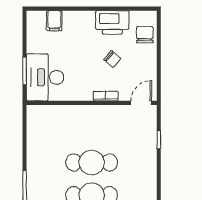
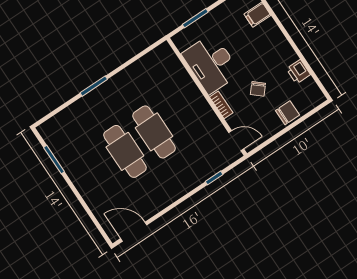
printer: (112, 22) -> (298, 72), width x0.53, depth x0.68
chair: (145, 35) -> (287, 113), moved
desk: (45, 77) -> (211, 64), moved, turned -90

